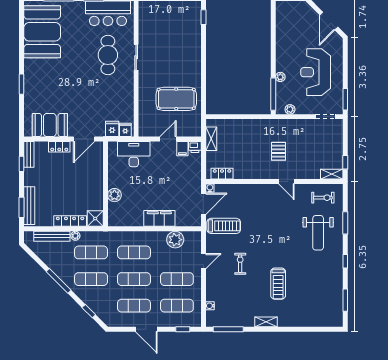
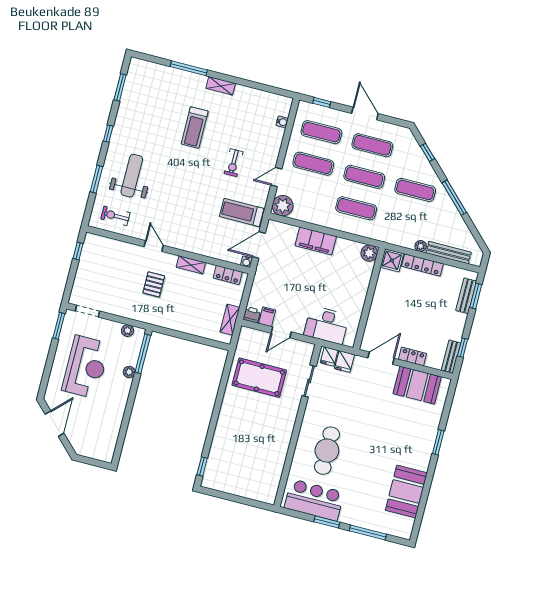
booth: (42, 32) -> (406, 492), width x0.73, depth x0.70
sliding door: (136, 57) -> (309, 381), moved
shelving: (332, 174) -> (191, 265), moved
plant: (114, 195) -> (369, 253), moved
bench: (29, 206) -> (466, 296), width x0.73
plant: (175, 240) -> (283, 206), moved
exercise mat: (91, 252) -> (407, 221), removed
treadmill: (278, 284) -> (195, 128), turned 180
window: (228, 329) -> (189, 68), moved

